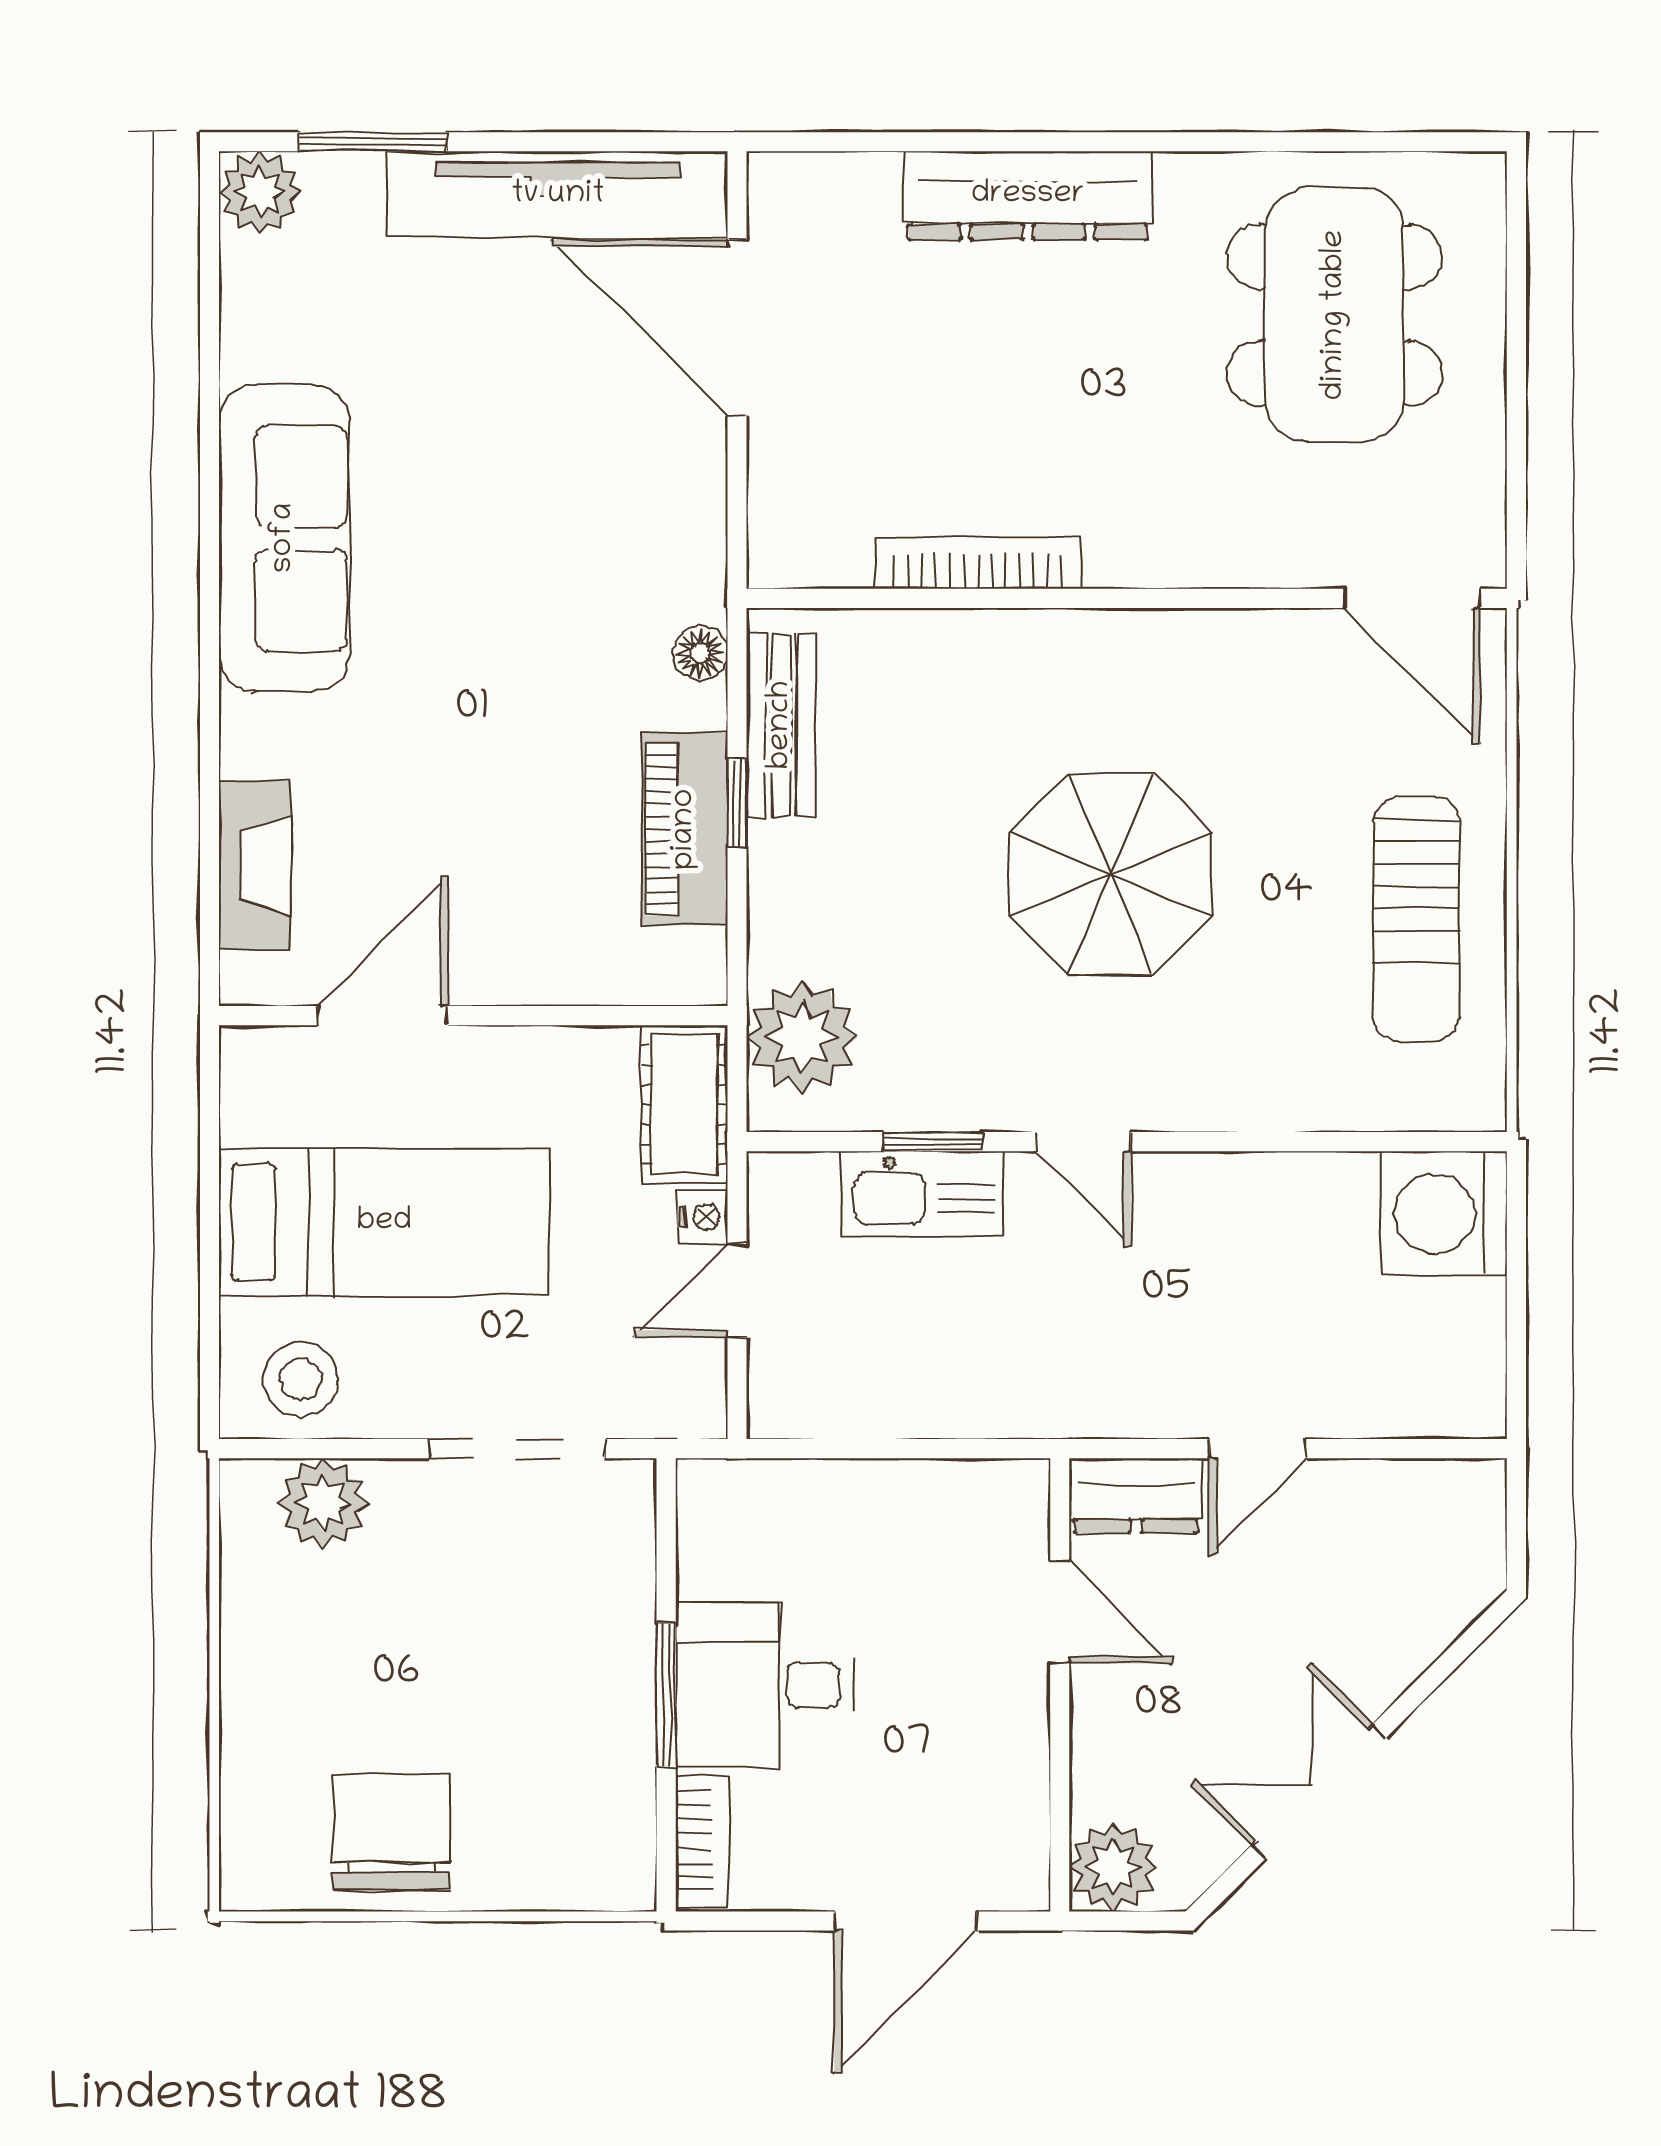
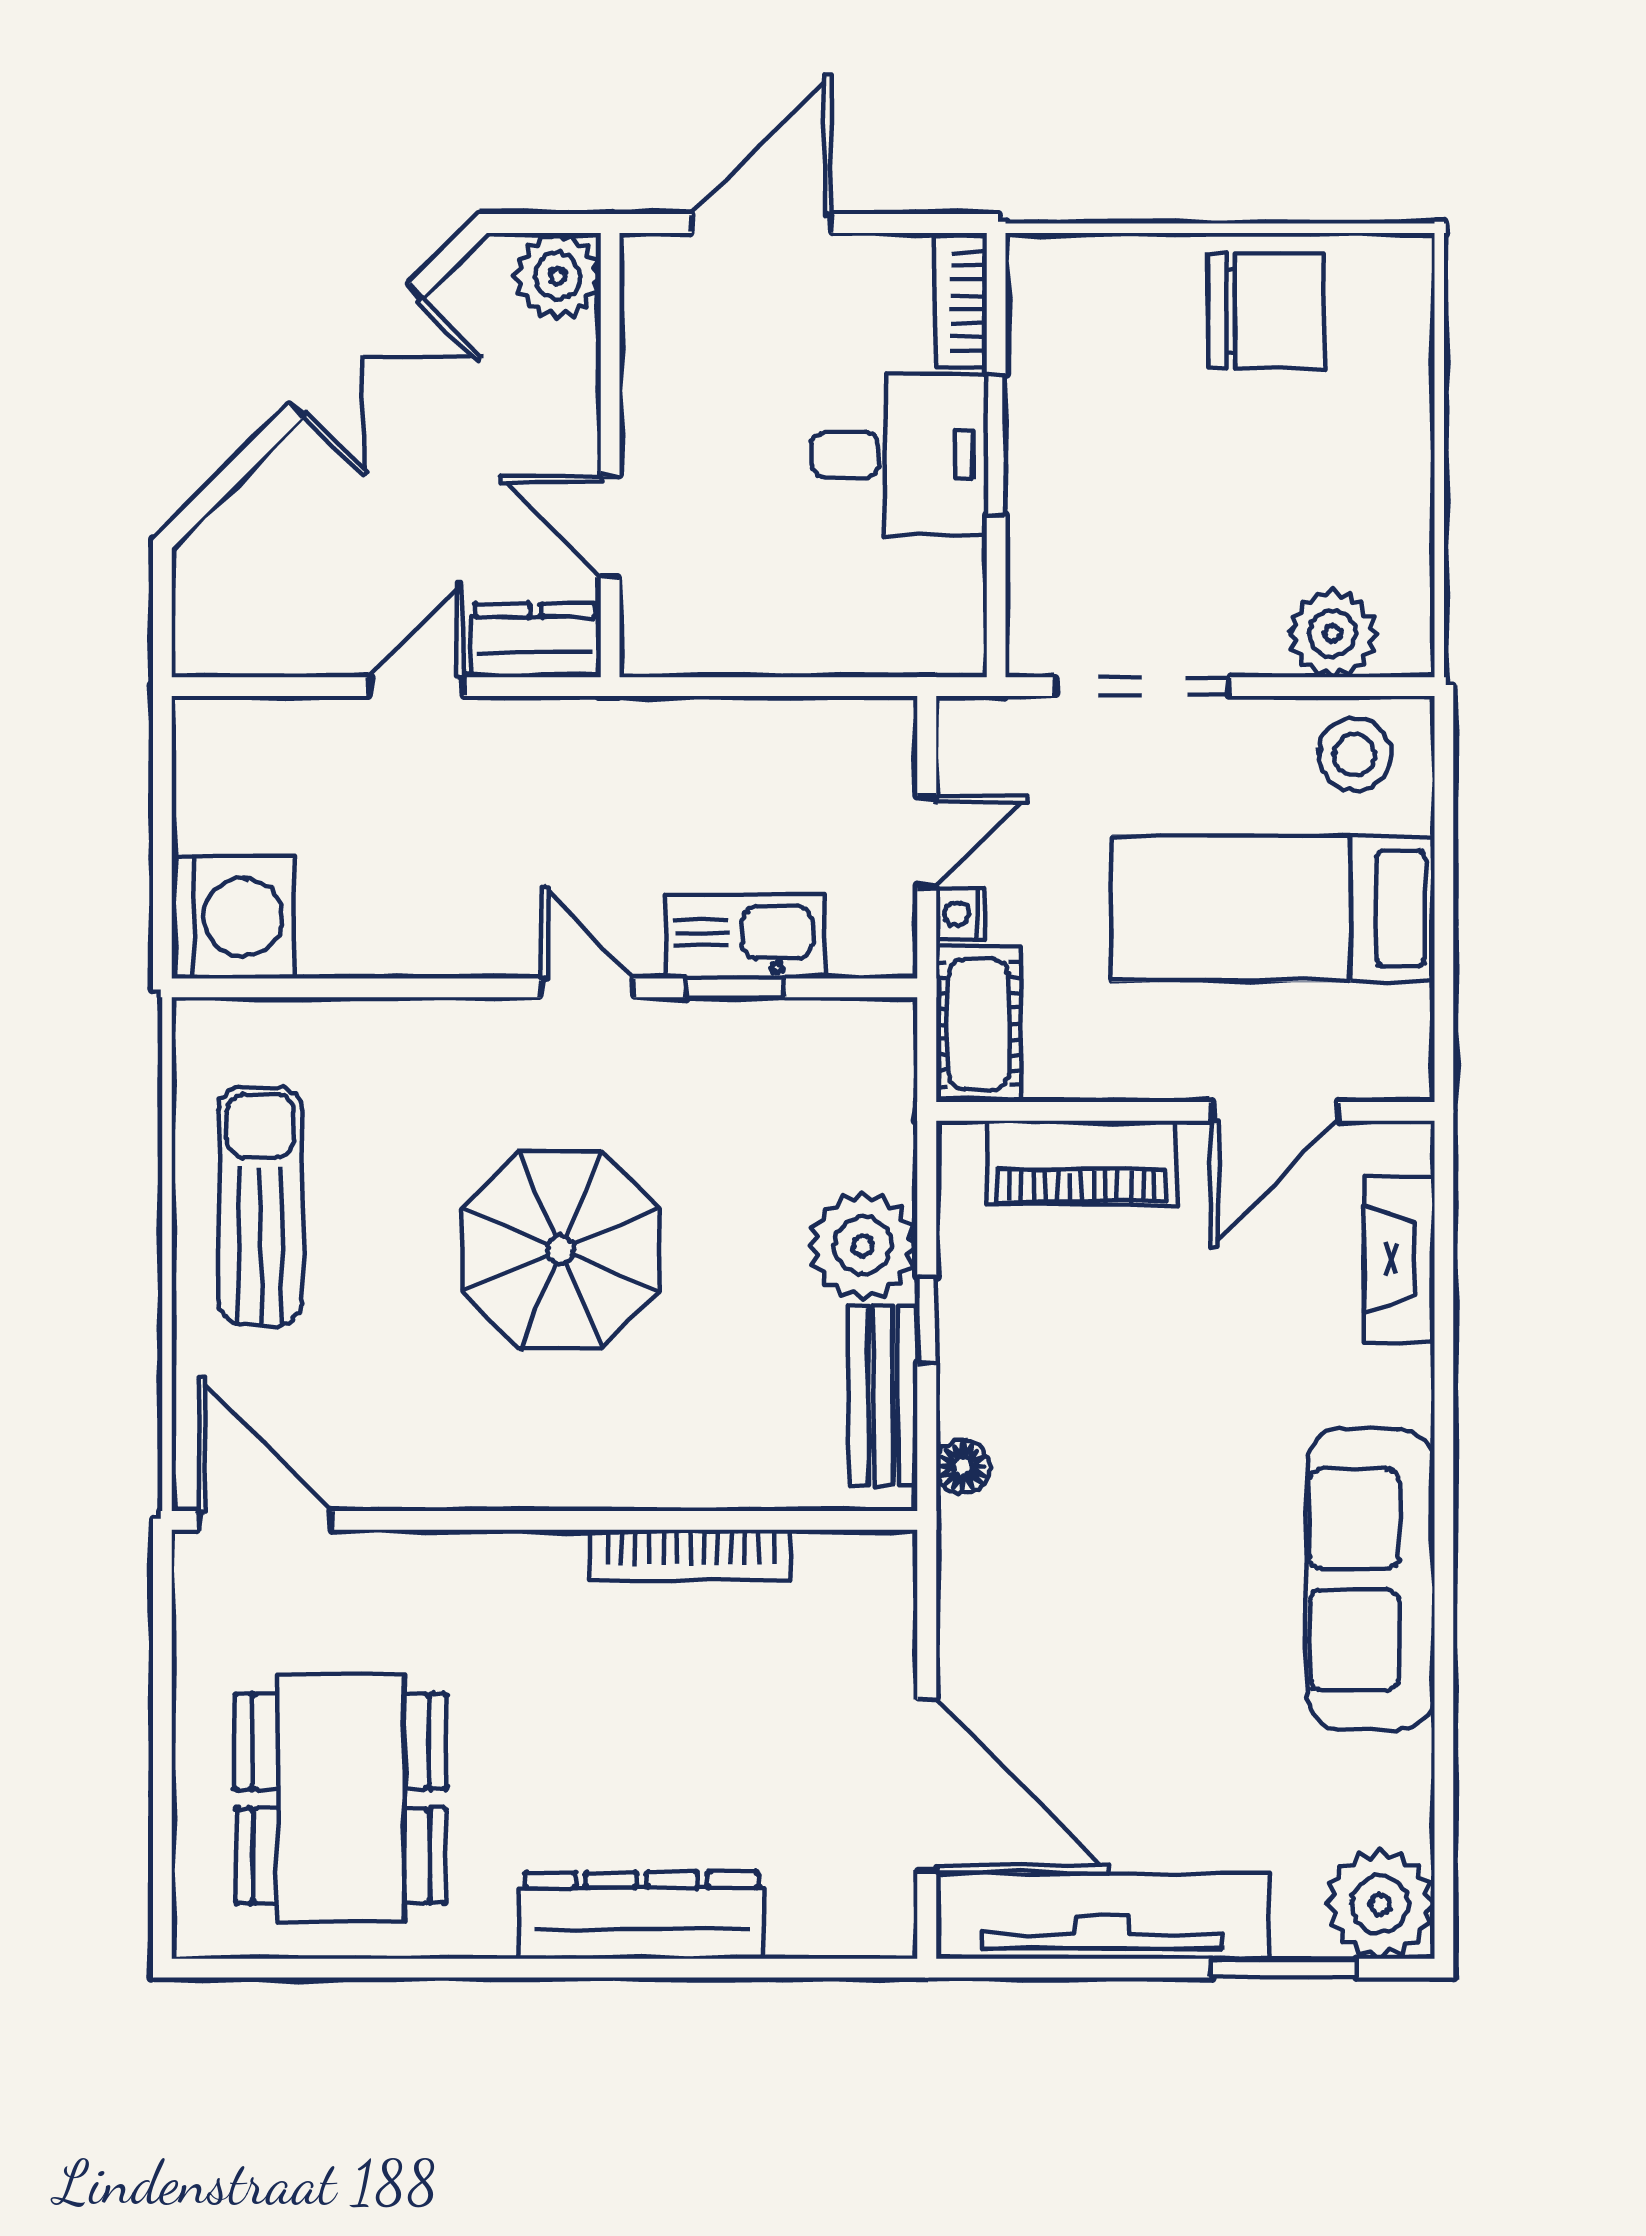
plant: (260, 192) -> (1380, 1904), width x1.36, depth x1.36
piano: (685, 829) -> (1082, 1163), moved, turned 90
plant: (802, 1037) -> (863, 1245), moved
chair: (391, 1832) -> (1266, 311), turned -90

